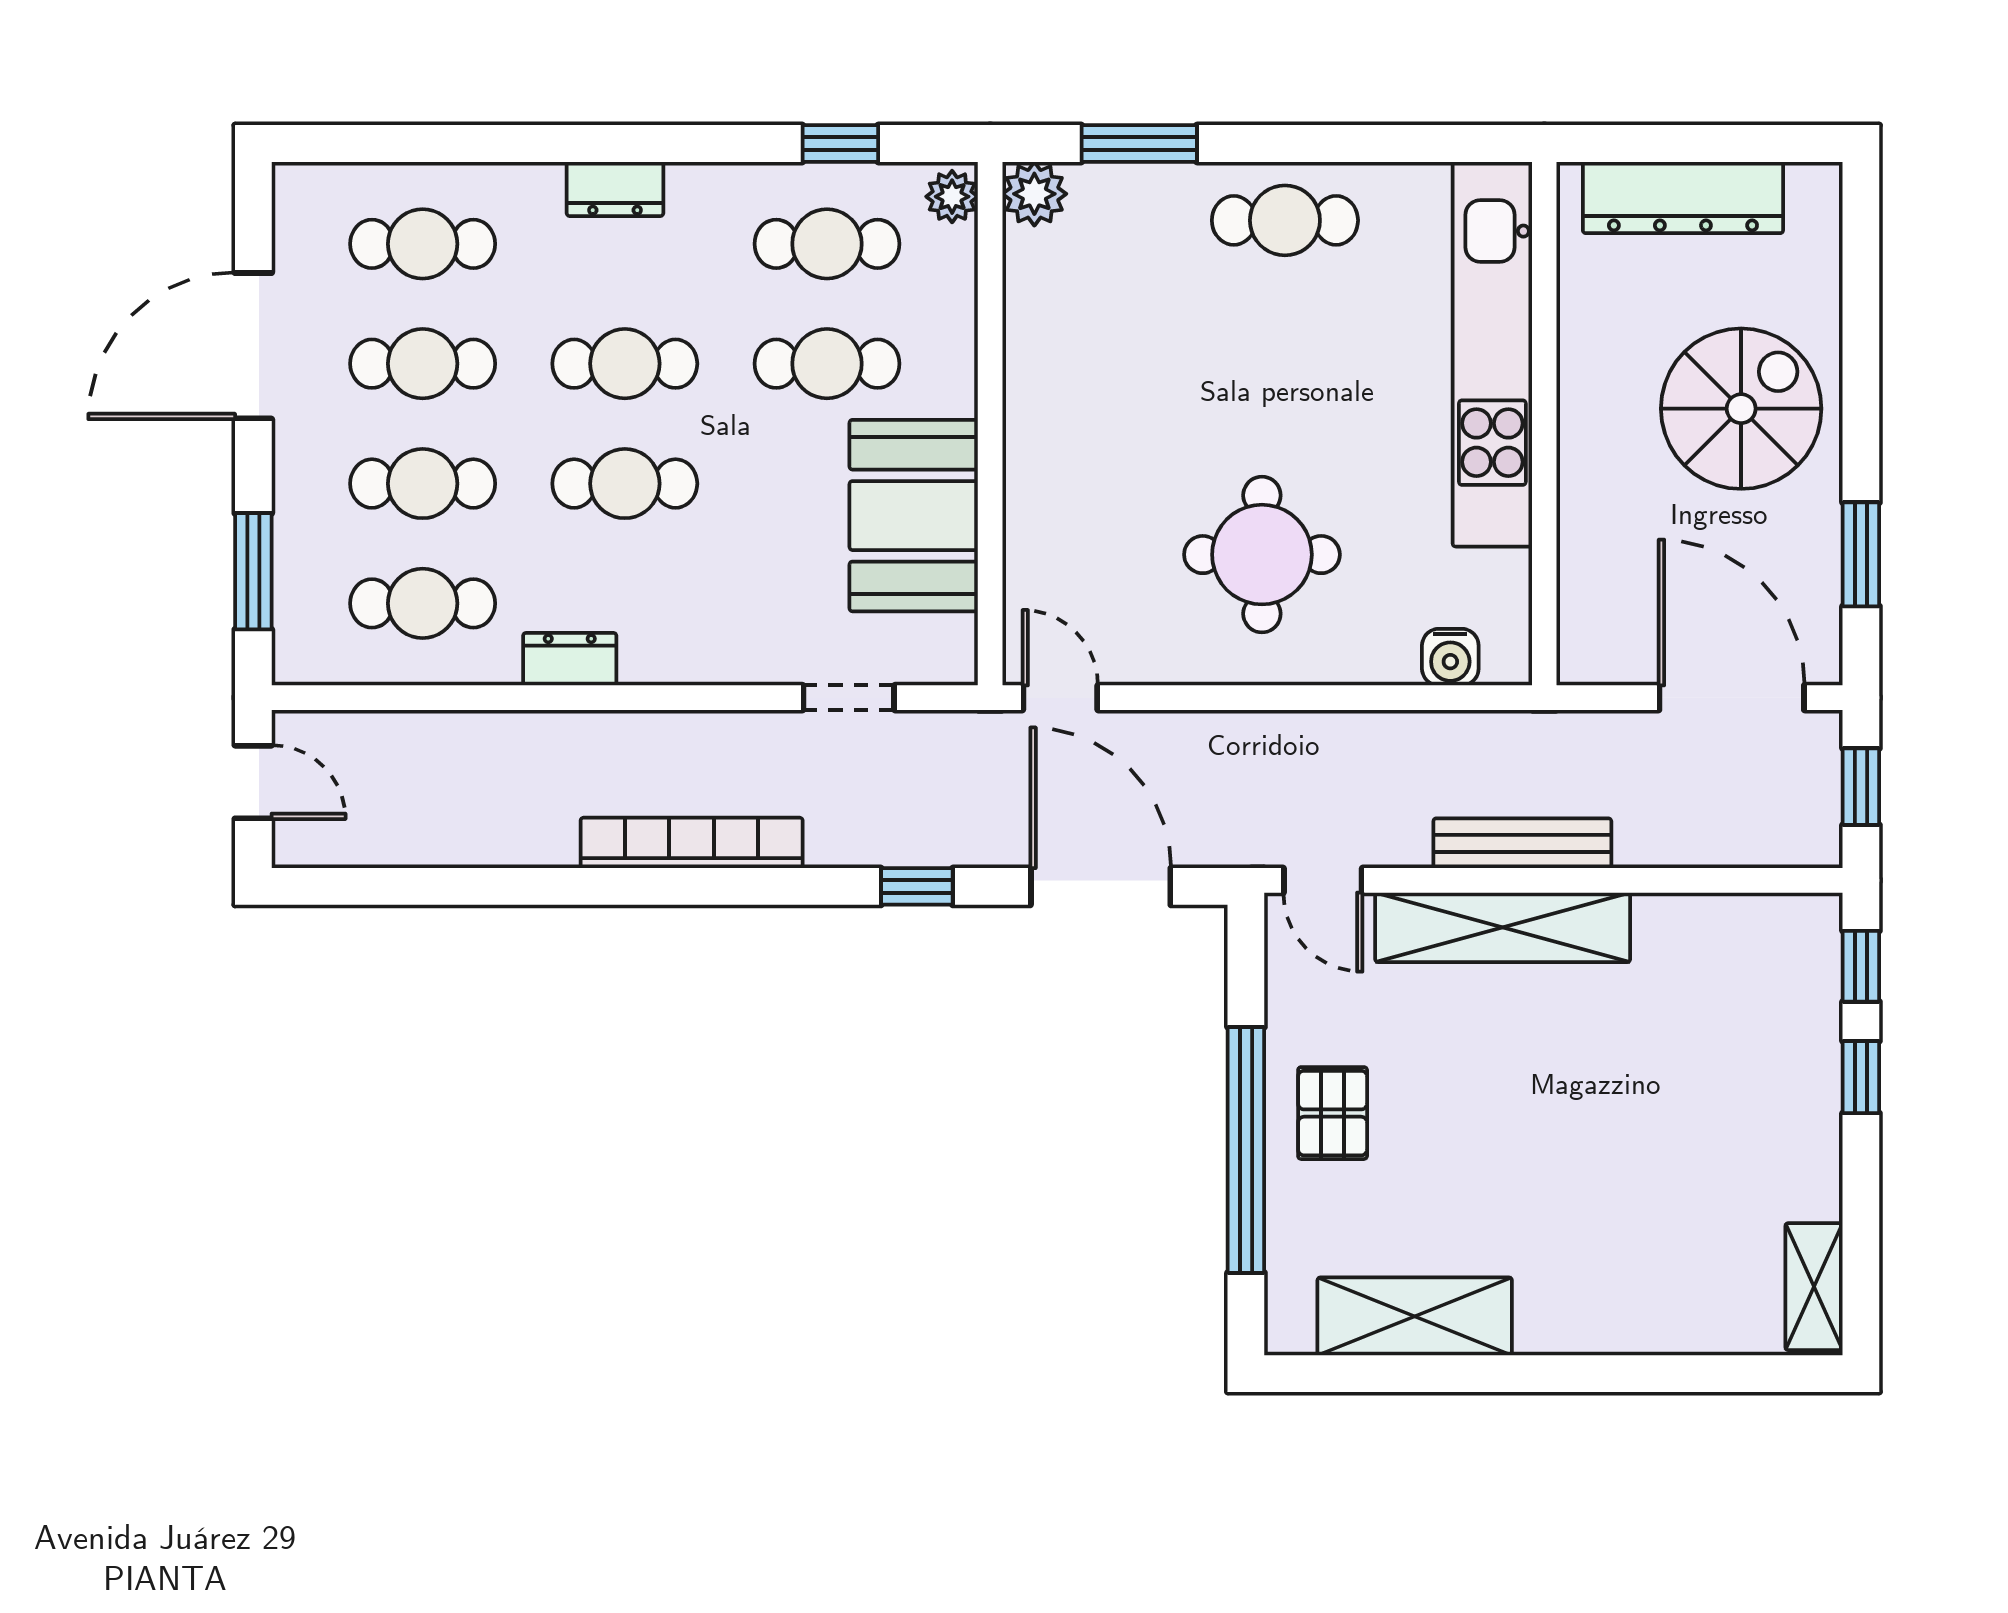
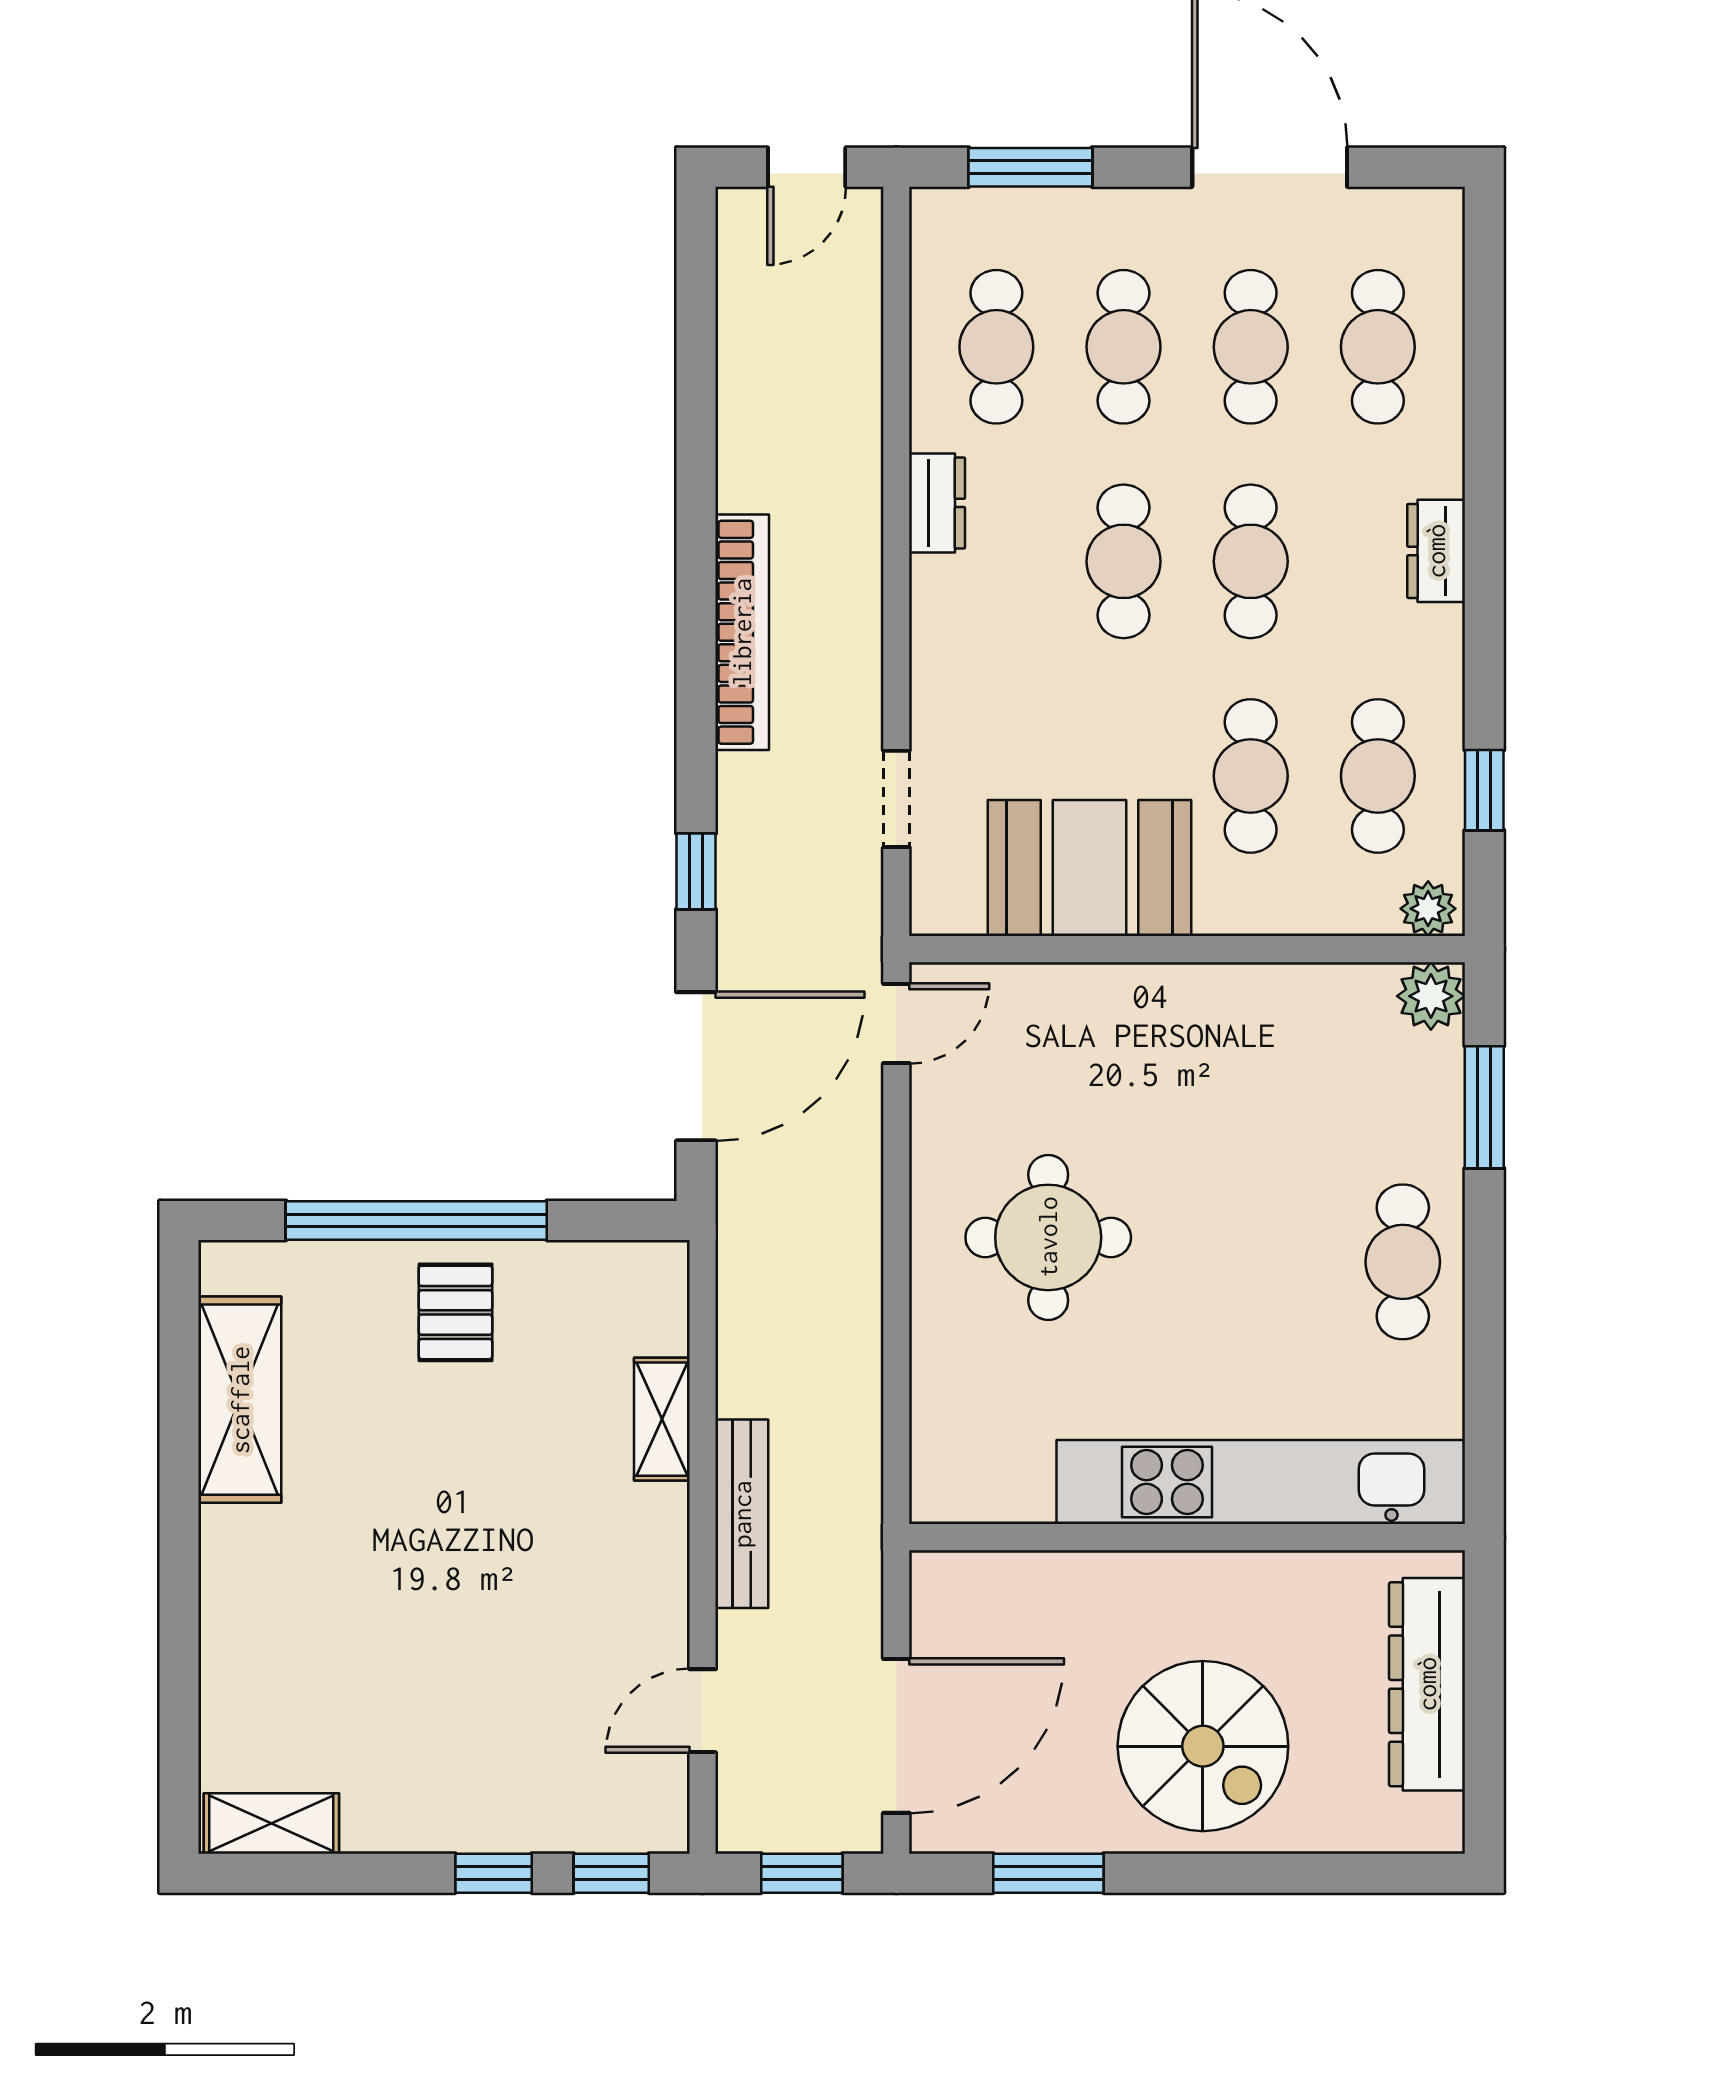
water cooler: (1450, 657) -> (939, 1437), removed
door: (1323, 880) -> (702, 1711), moved
shelving: (1503, 927) -> (662, 1419), width x0.45, depth x0.75
pallet: (1333, 1113) -> (455, 1312), turned 90

